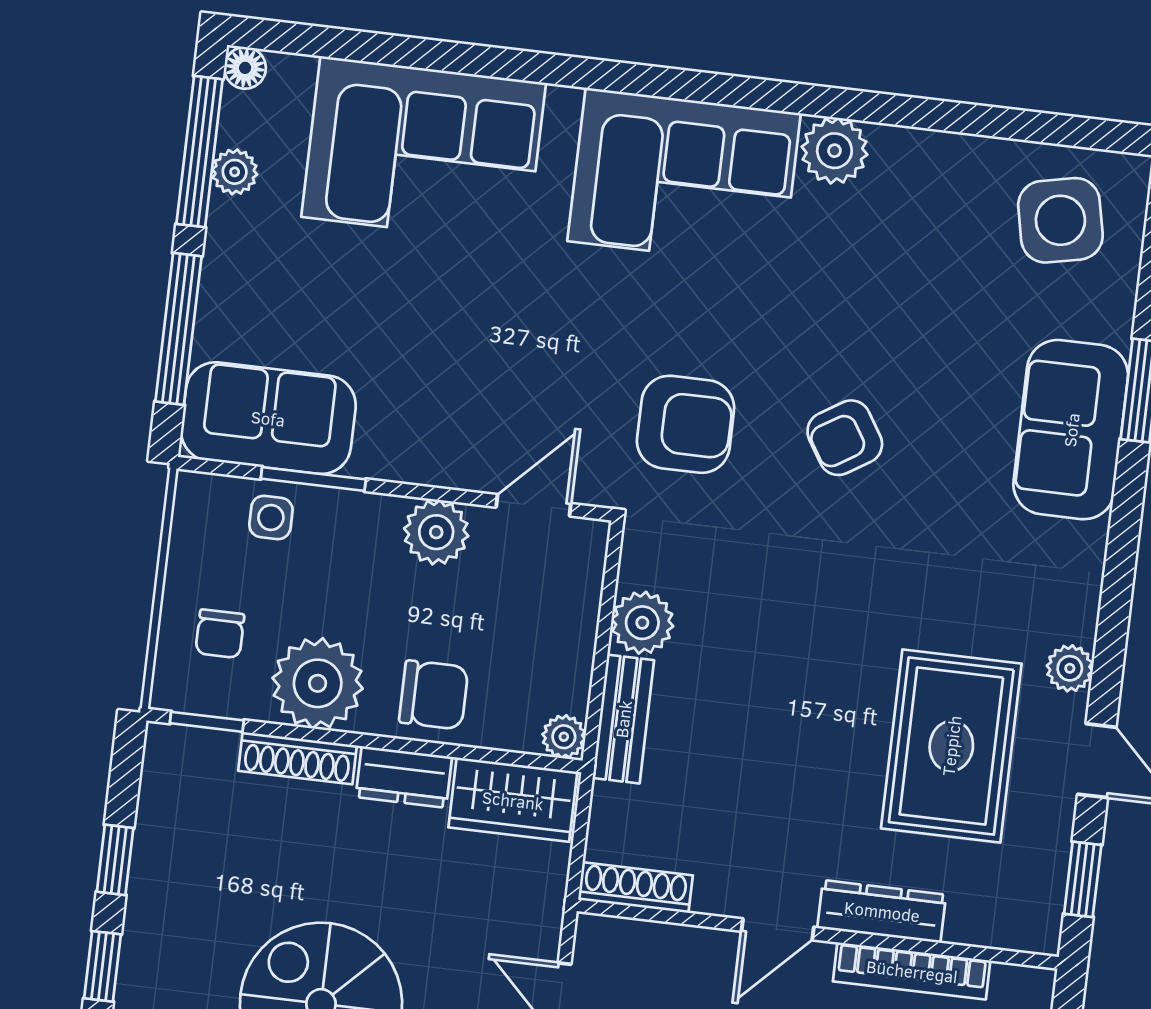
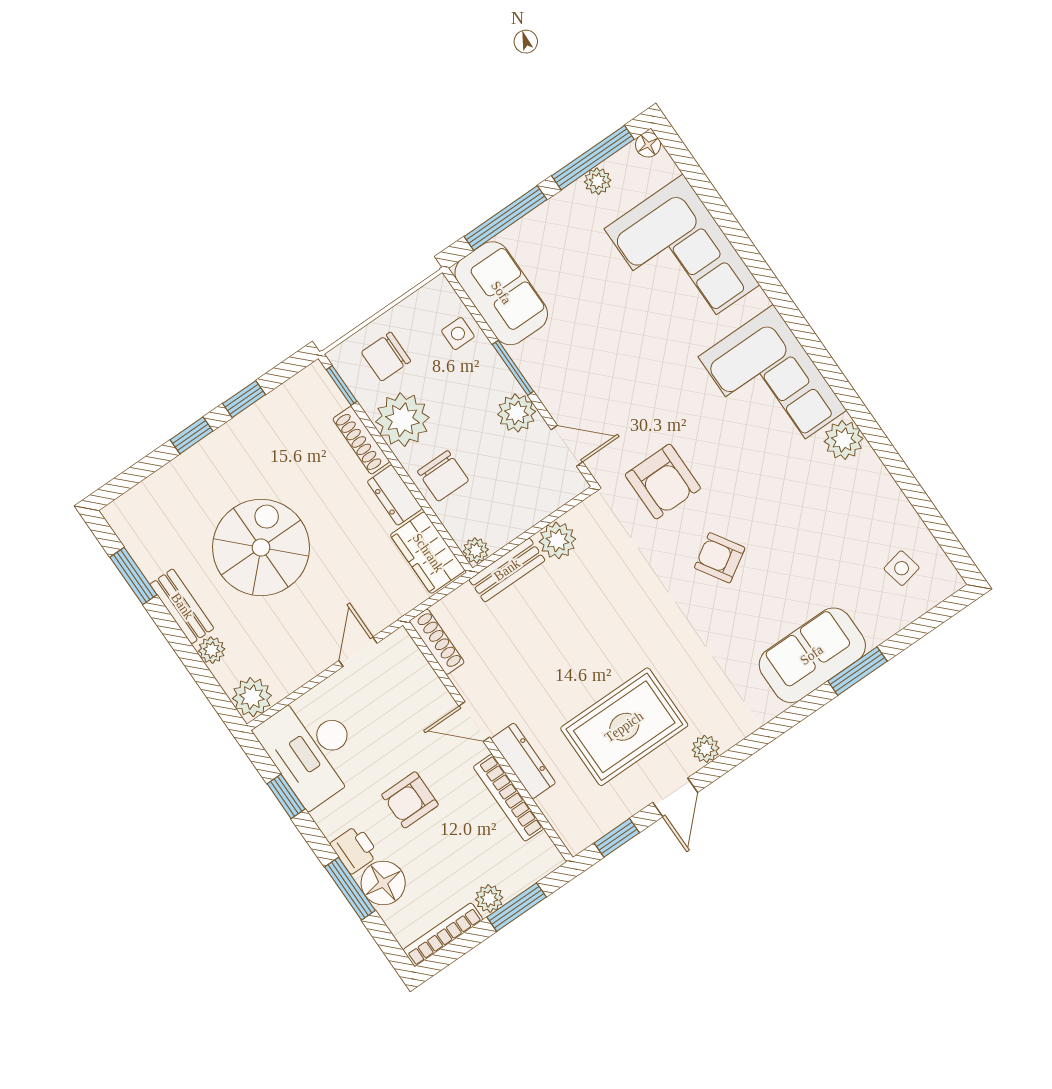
side table: (1060, 220) -> (902, 568), width x0.54, depth x0.54
window: (313, 479) -> (513, 368), moved
chair: (220, 634) -> (386, 357), width x1.37, depth x1.37

